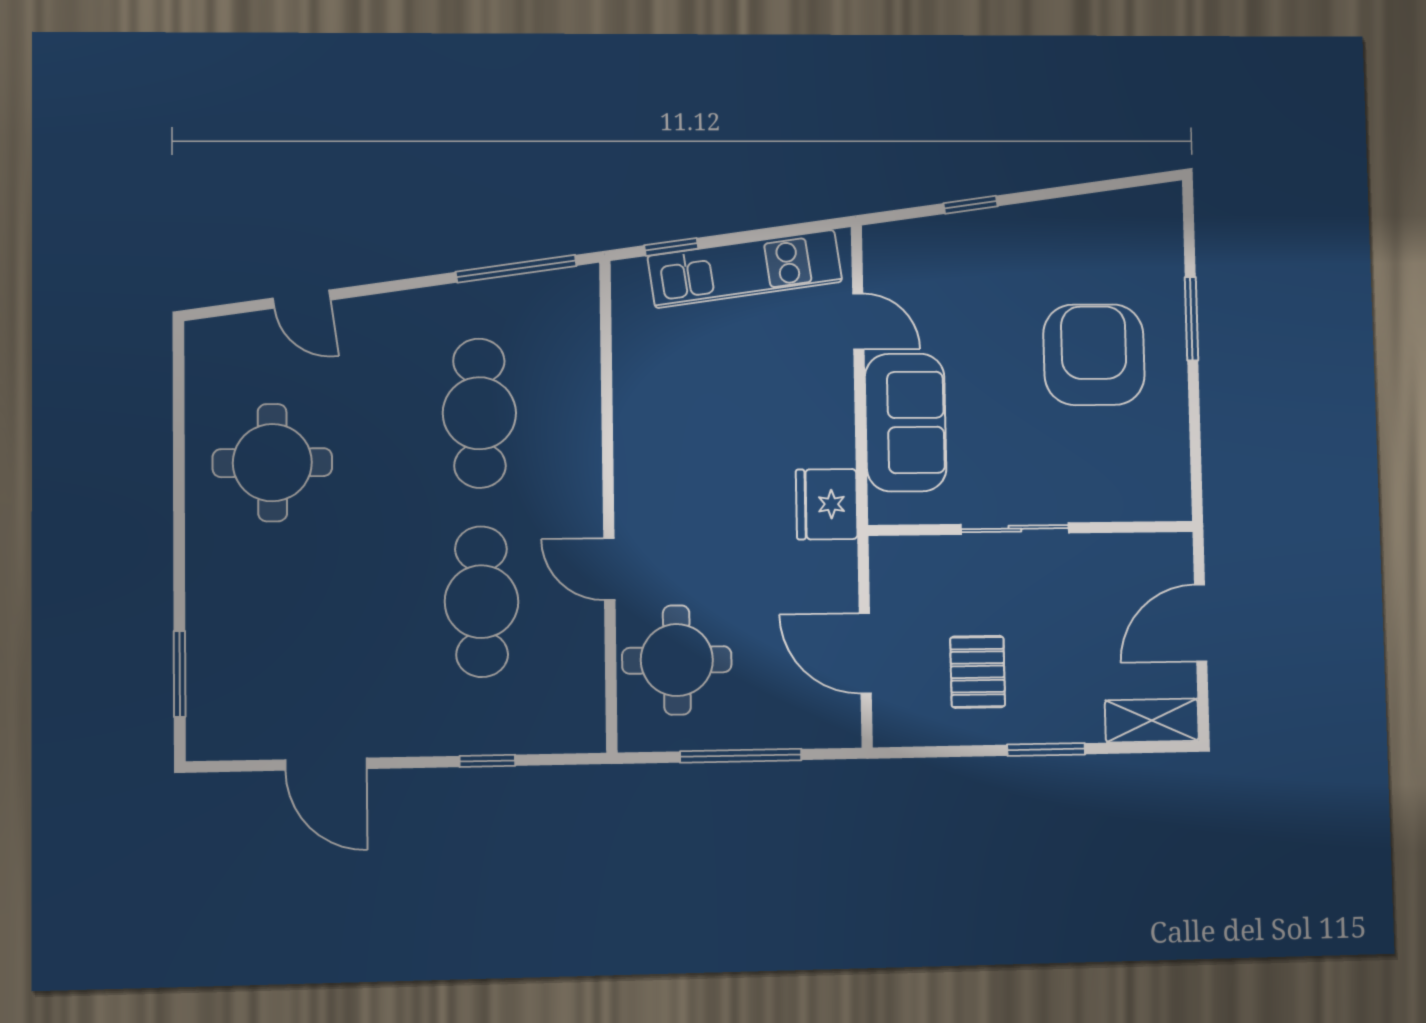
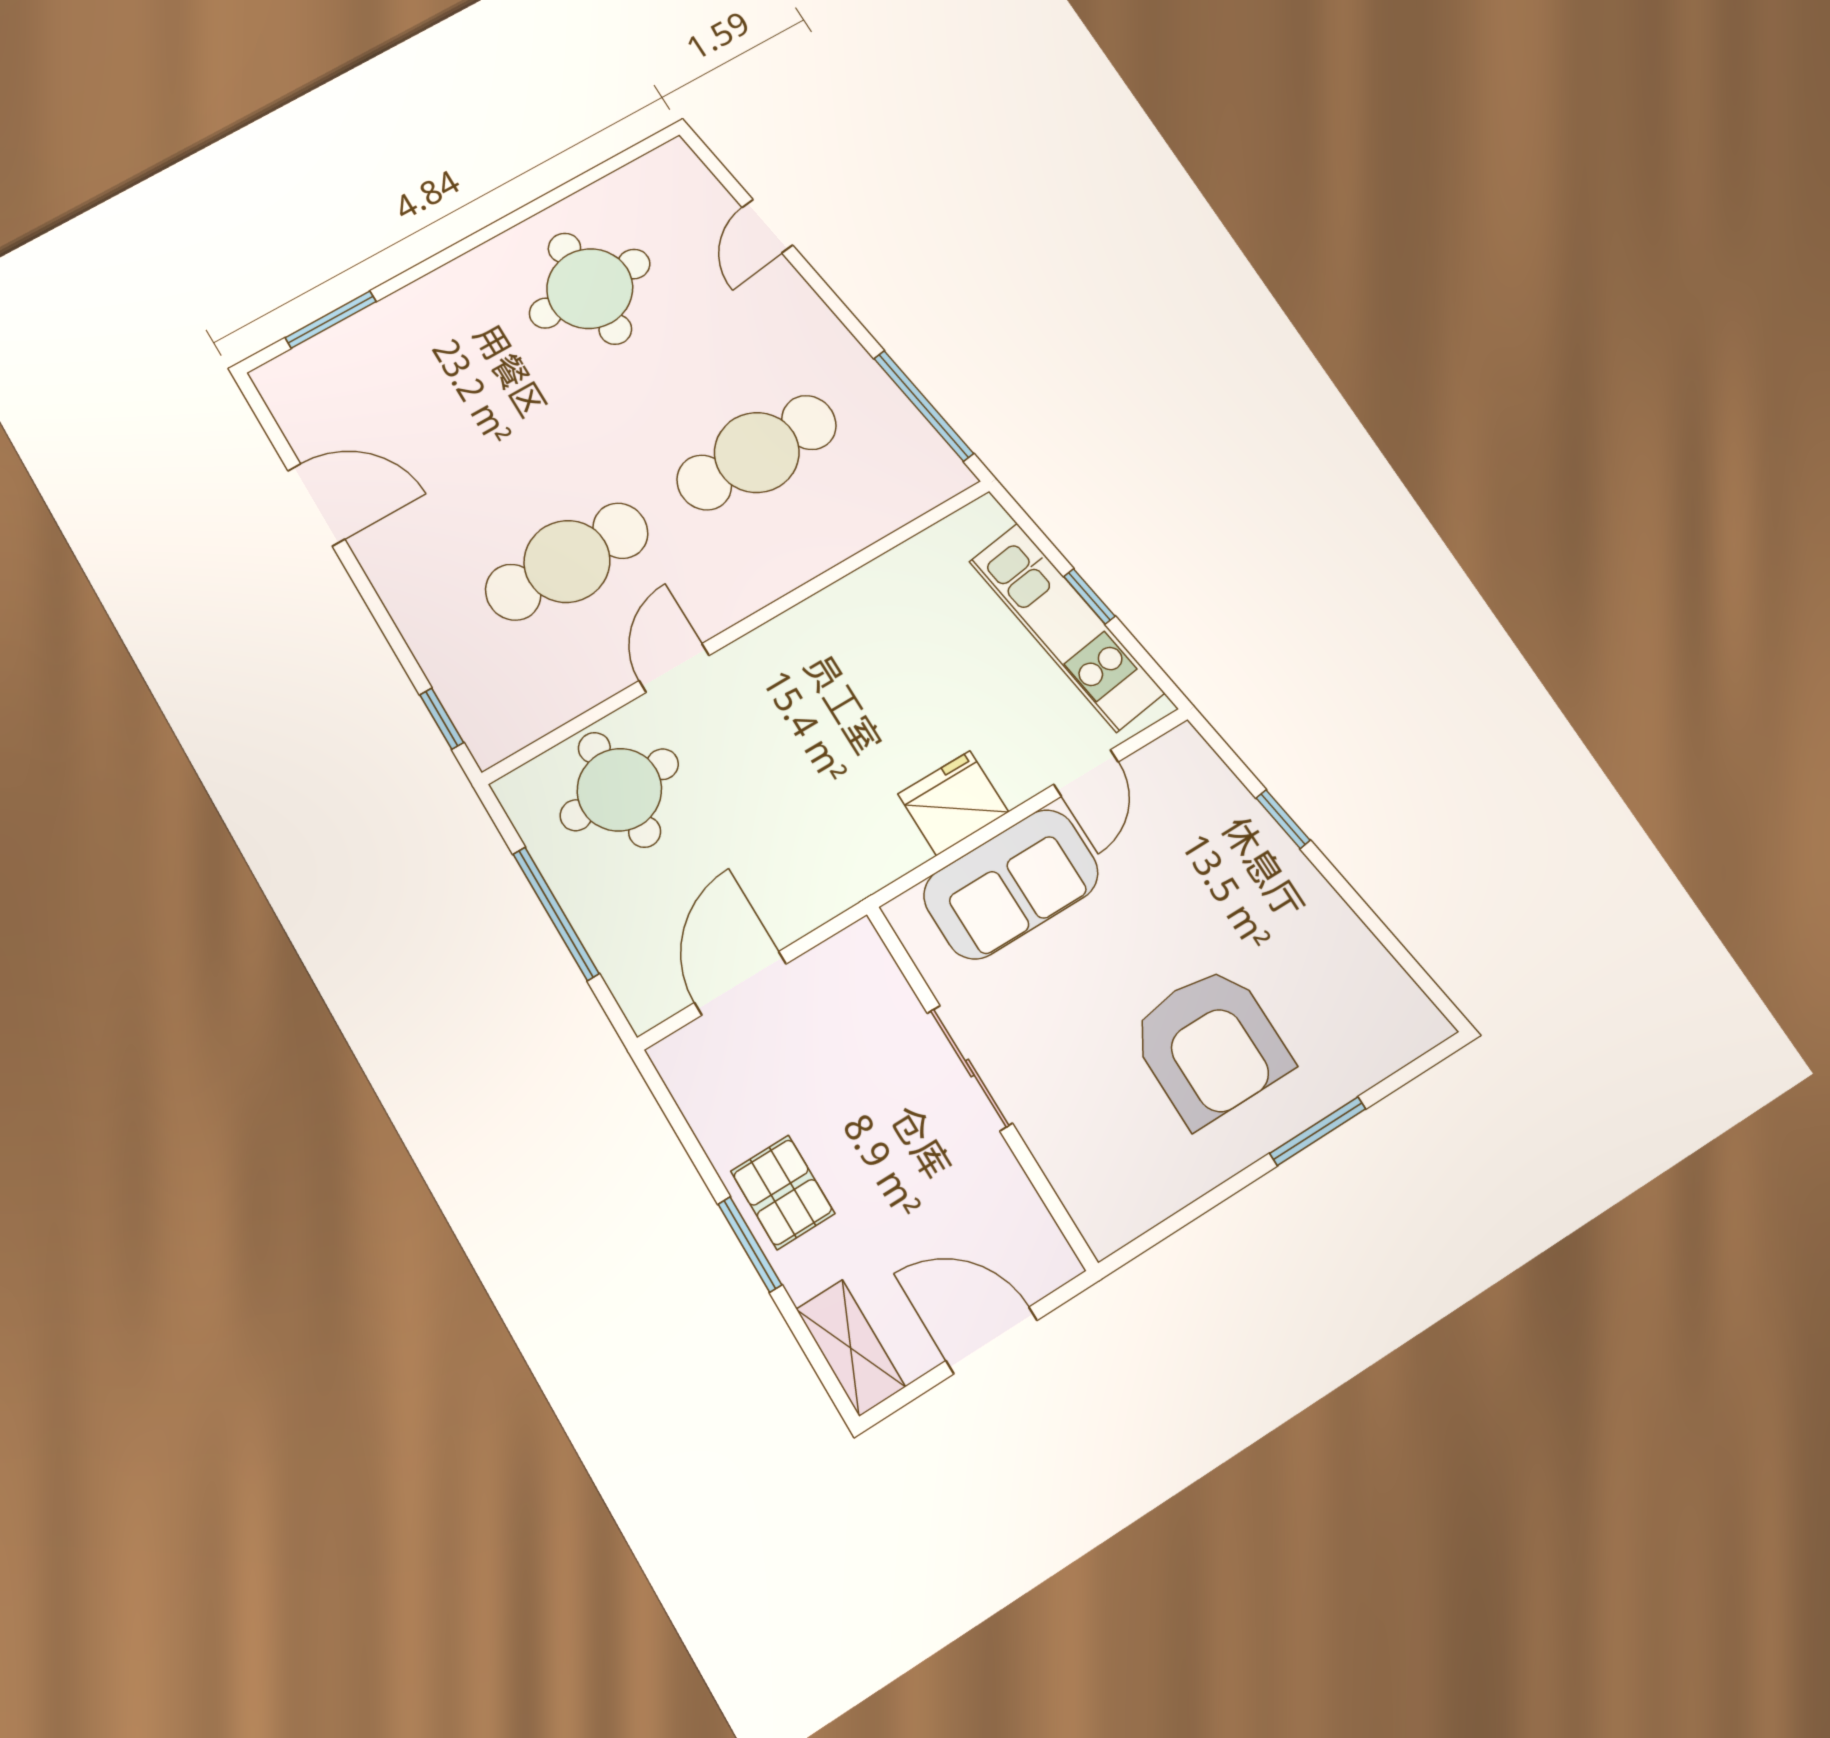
window: (671, 247) -> (1089, 596), moved
armchair: (1094, 355) -> (1210, 1045), turned 90
fridge: (827, 504) -> (953, 803), moved
pallet: (978, 672) -> (783, 1192), moved, turned 90
window: (487, 761) -> (442, 719), moved
door: (326, 764) -> (316, 505), swing flipped

